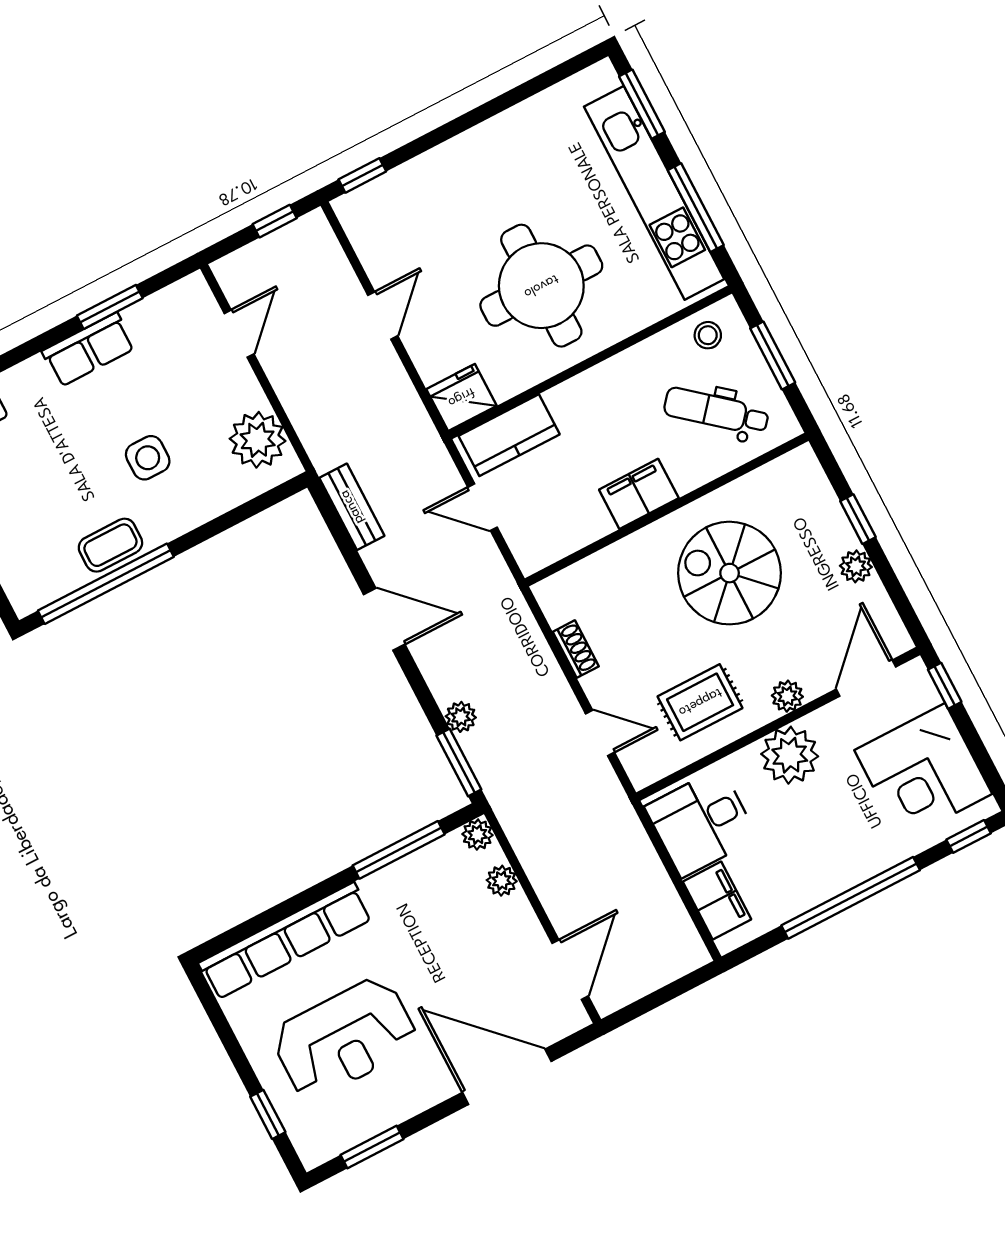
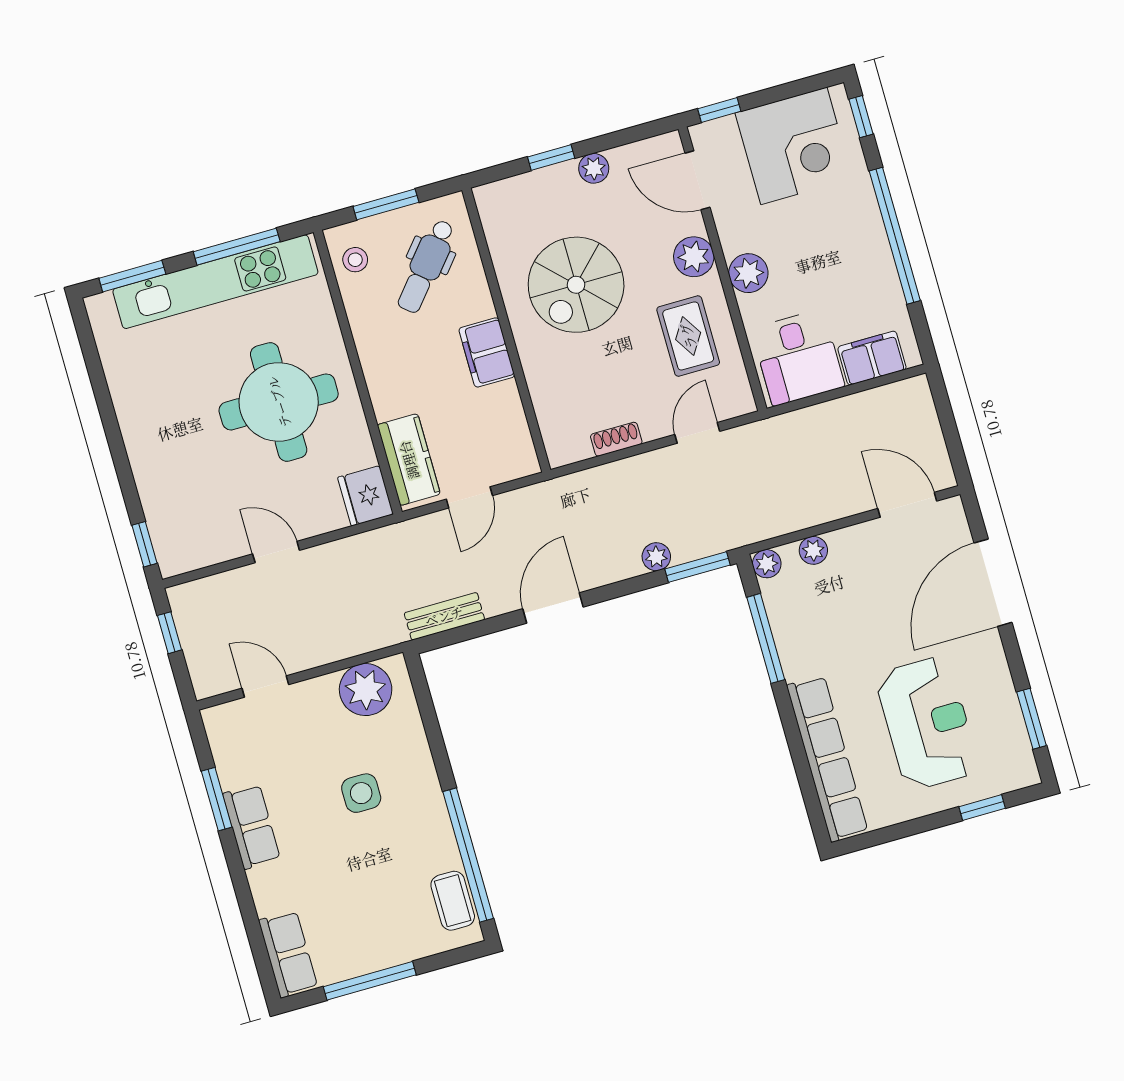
coffee table: (110, 545) -> (453, 901), moved
plant: (787, 696) -> (694, 257), width x1.38, depth x1.38
plant: (790, 755) -> (748, 273), width x0.73, depth x0.73

